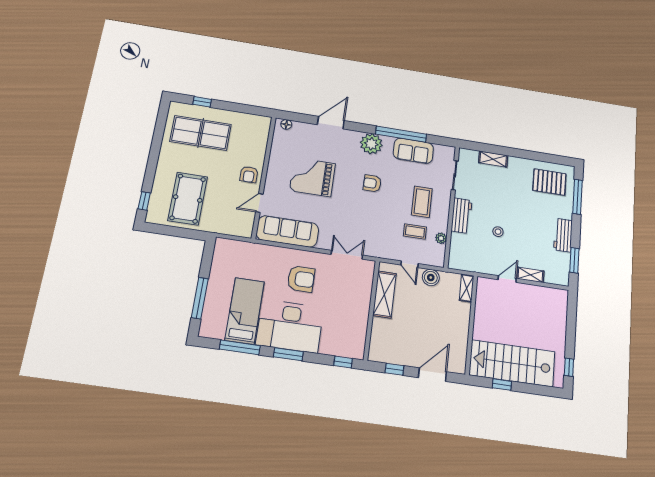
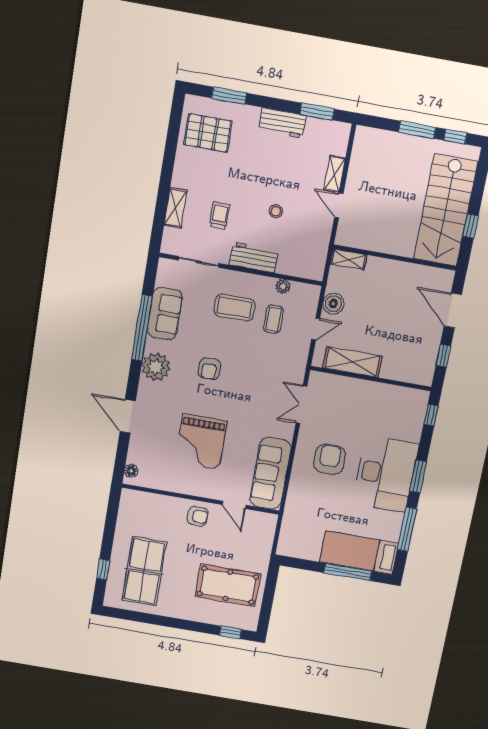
pallet: (549, 182) -> (208, 133), turned 90
trolley: (491, 191) -> (220, 216), added
window: (577, 197) -> (229, 96), width x0.69
bed: (245, 311) -> (359, 553), moved
window: (571, 337) -> (417, 130), added

